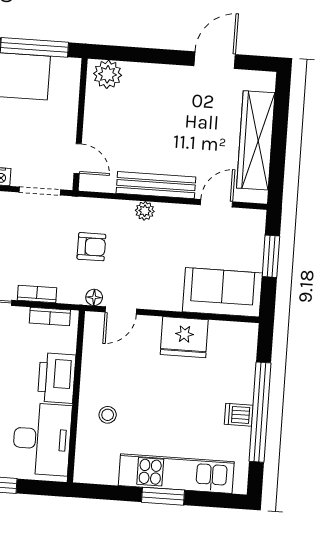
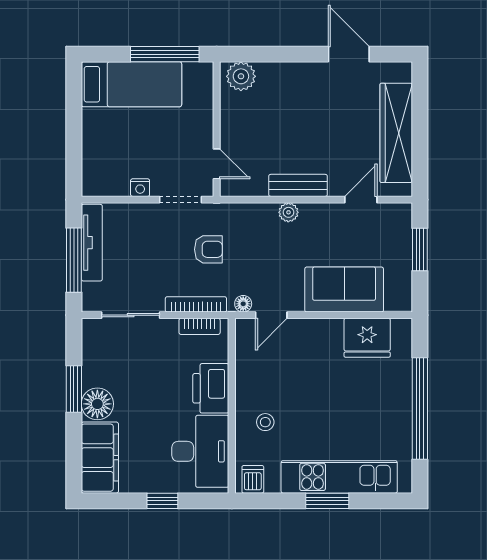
door: (215, 60) -> (349, 54), hinge flipped
bench: (156, 185) -> (298, 185), width x0.73
armchair: (91, 247) -> (208, 249), moved
sofa: (222, 292) -> (344, 290), moved
bookcase: (37, 294) -> (196, 304), width x1.56
fridge: (184, 337) -> (367, 338), moved
dishwasher: (239, 415) -> (253, 479), moved, turned 90

